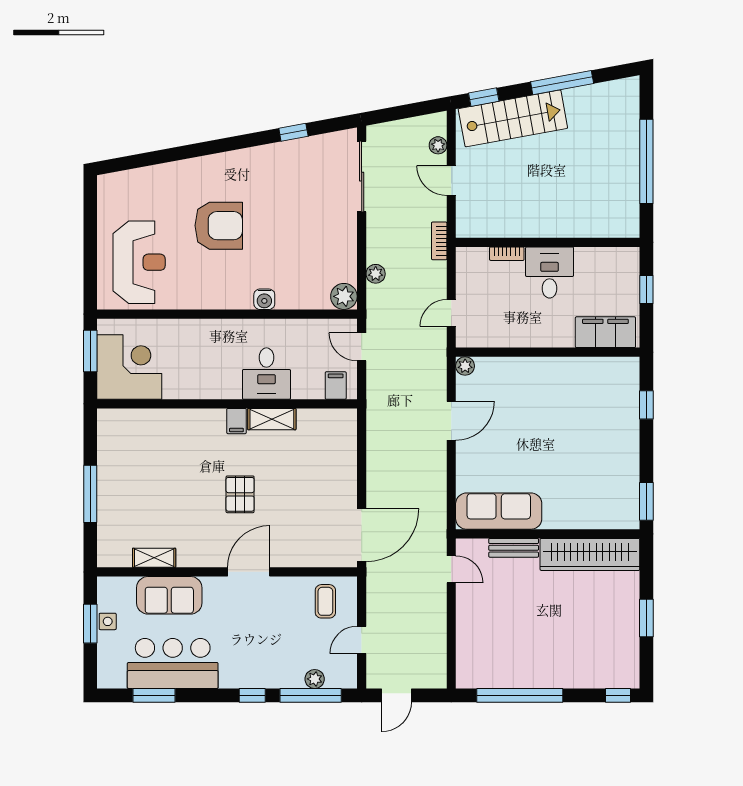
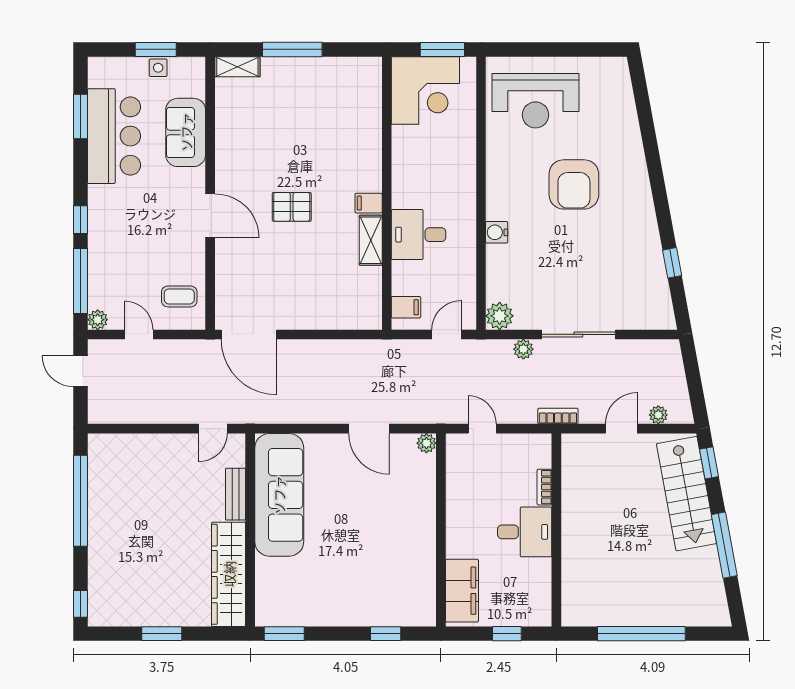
sliding door: (362, 177) -> (578, 334), moved
sofa: (499, 511) -> (279, 495), width x1.36, depth x1.27
shelving: (154, 558) -> (237, 67), moved, turned 90
plant: (315, 679) -> (98, 320), moved

